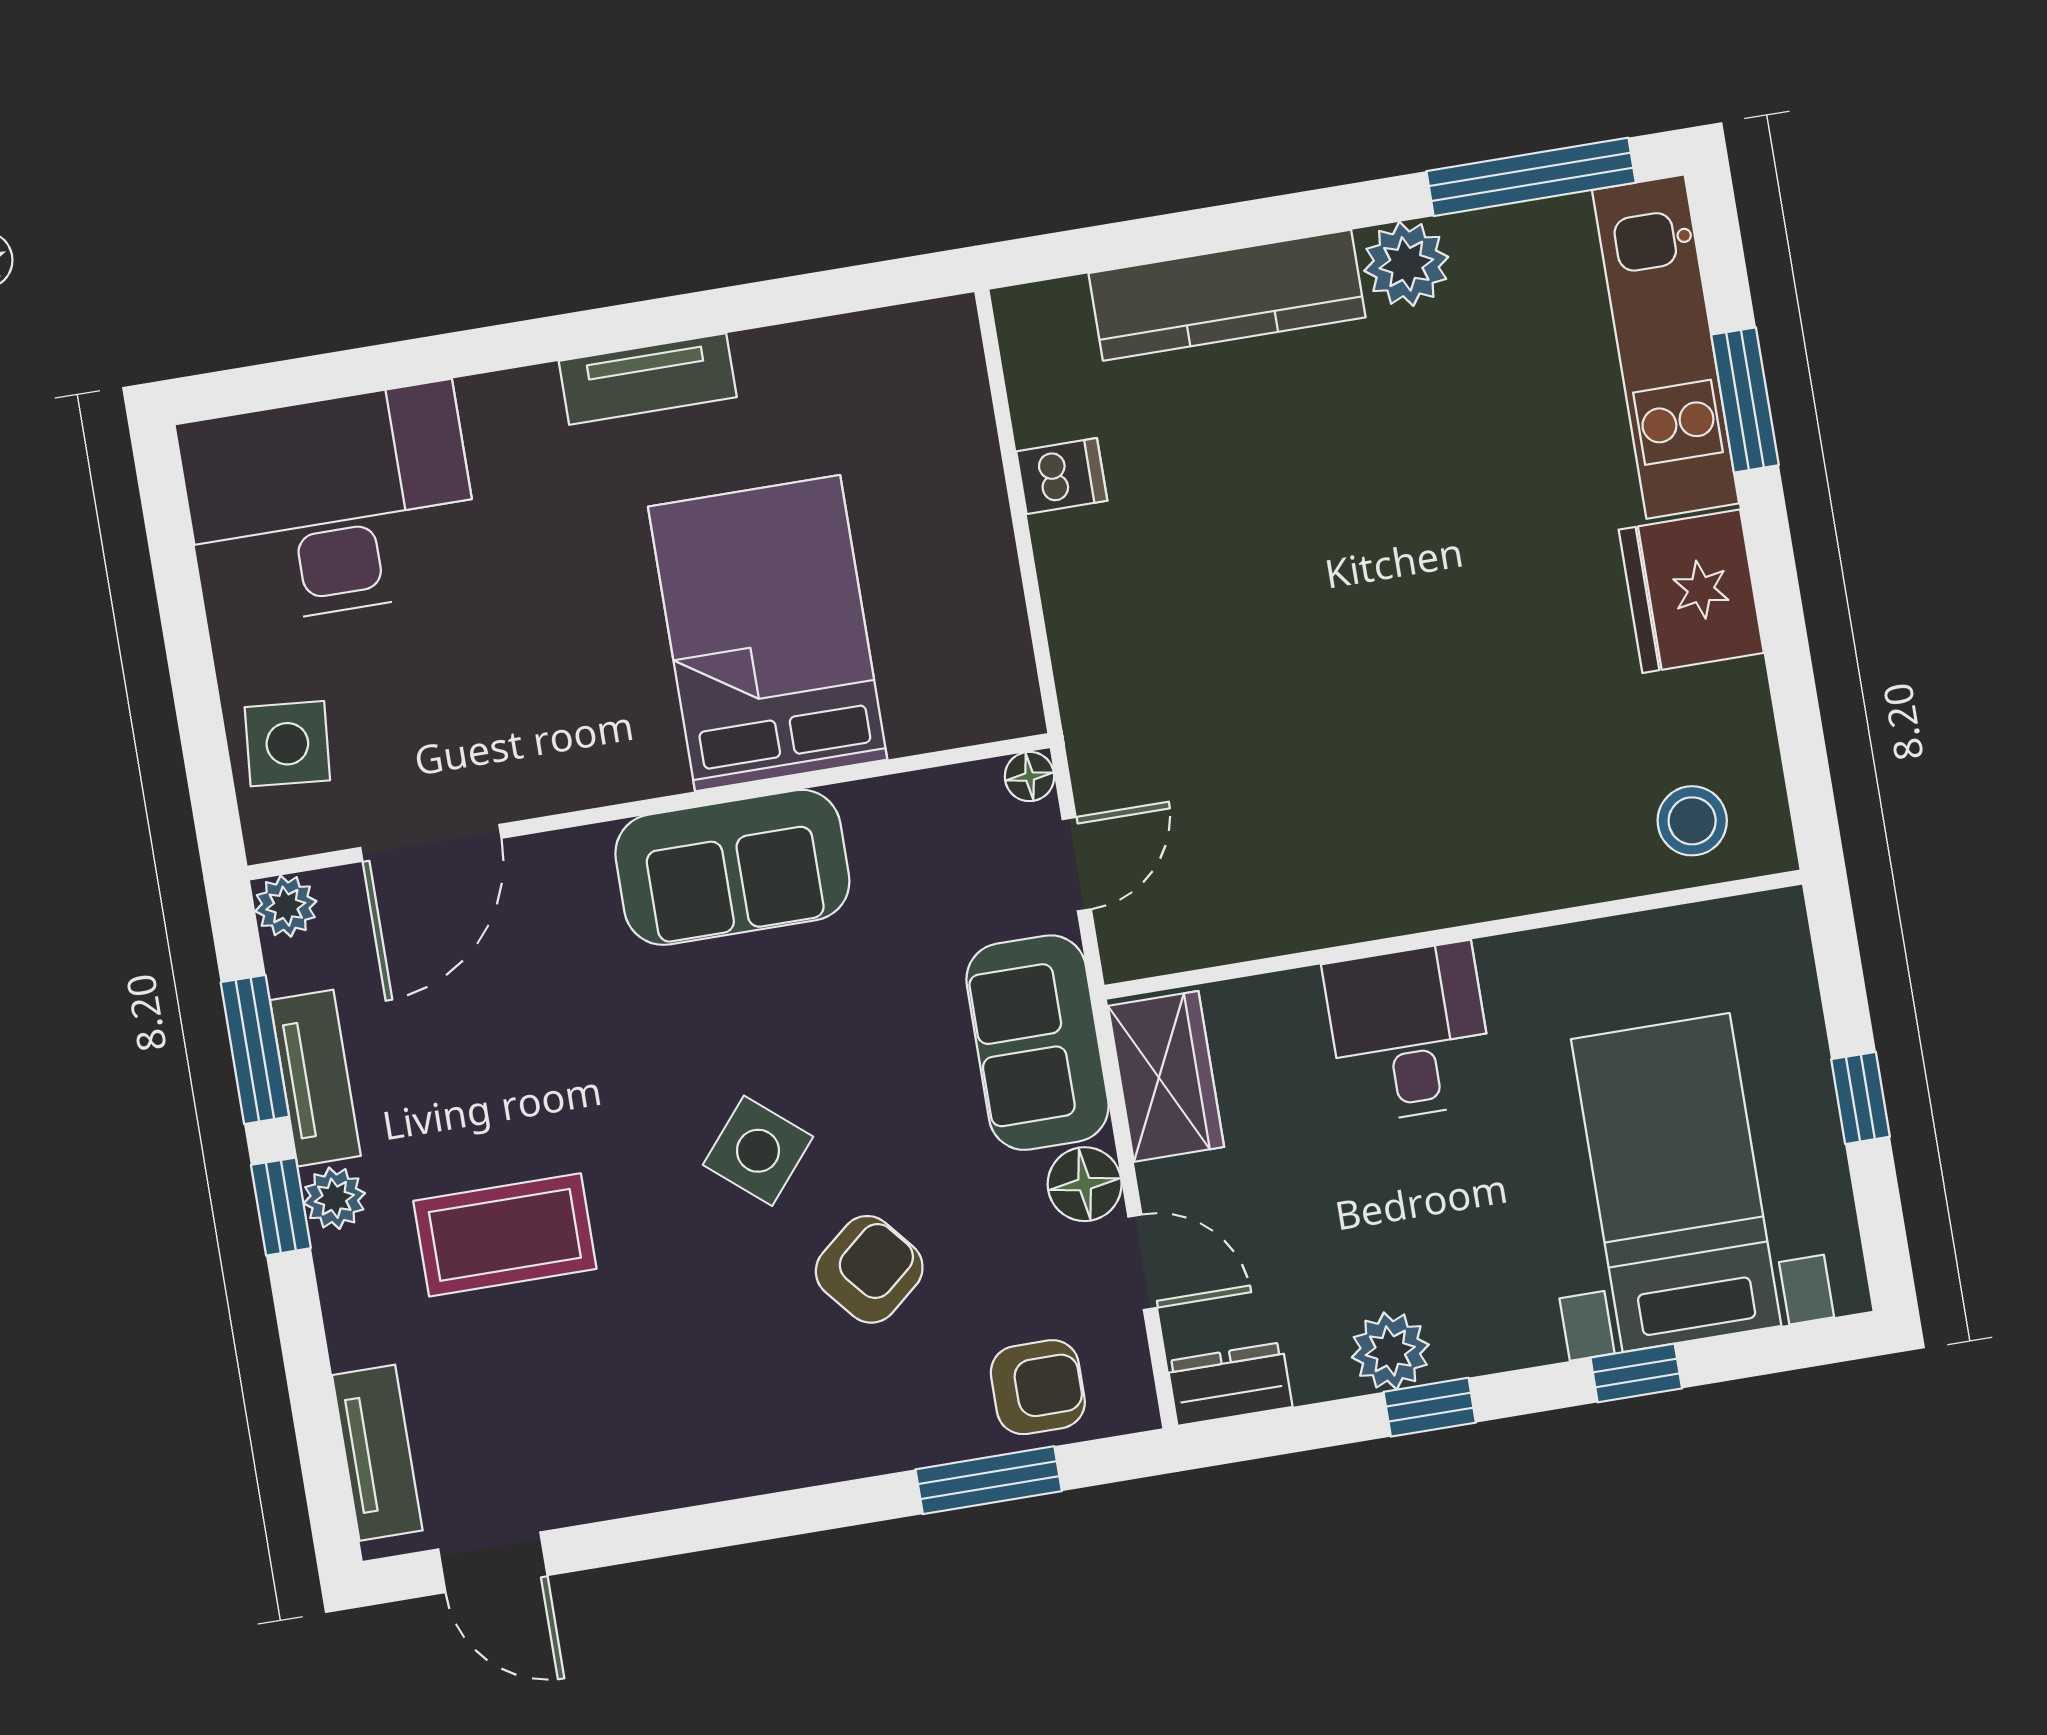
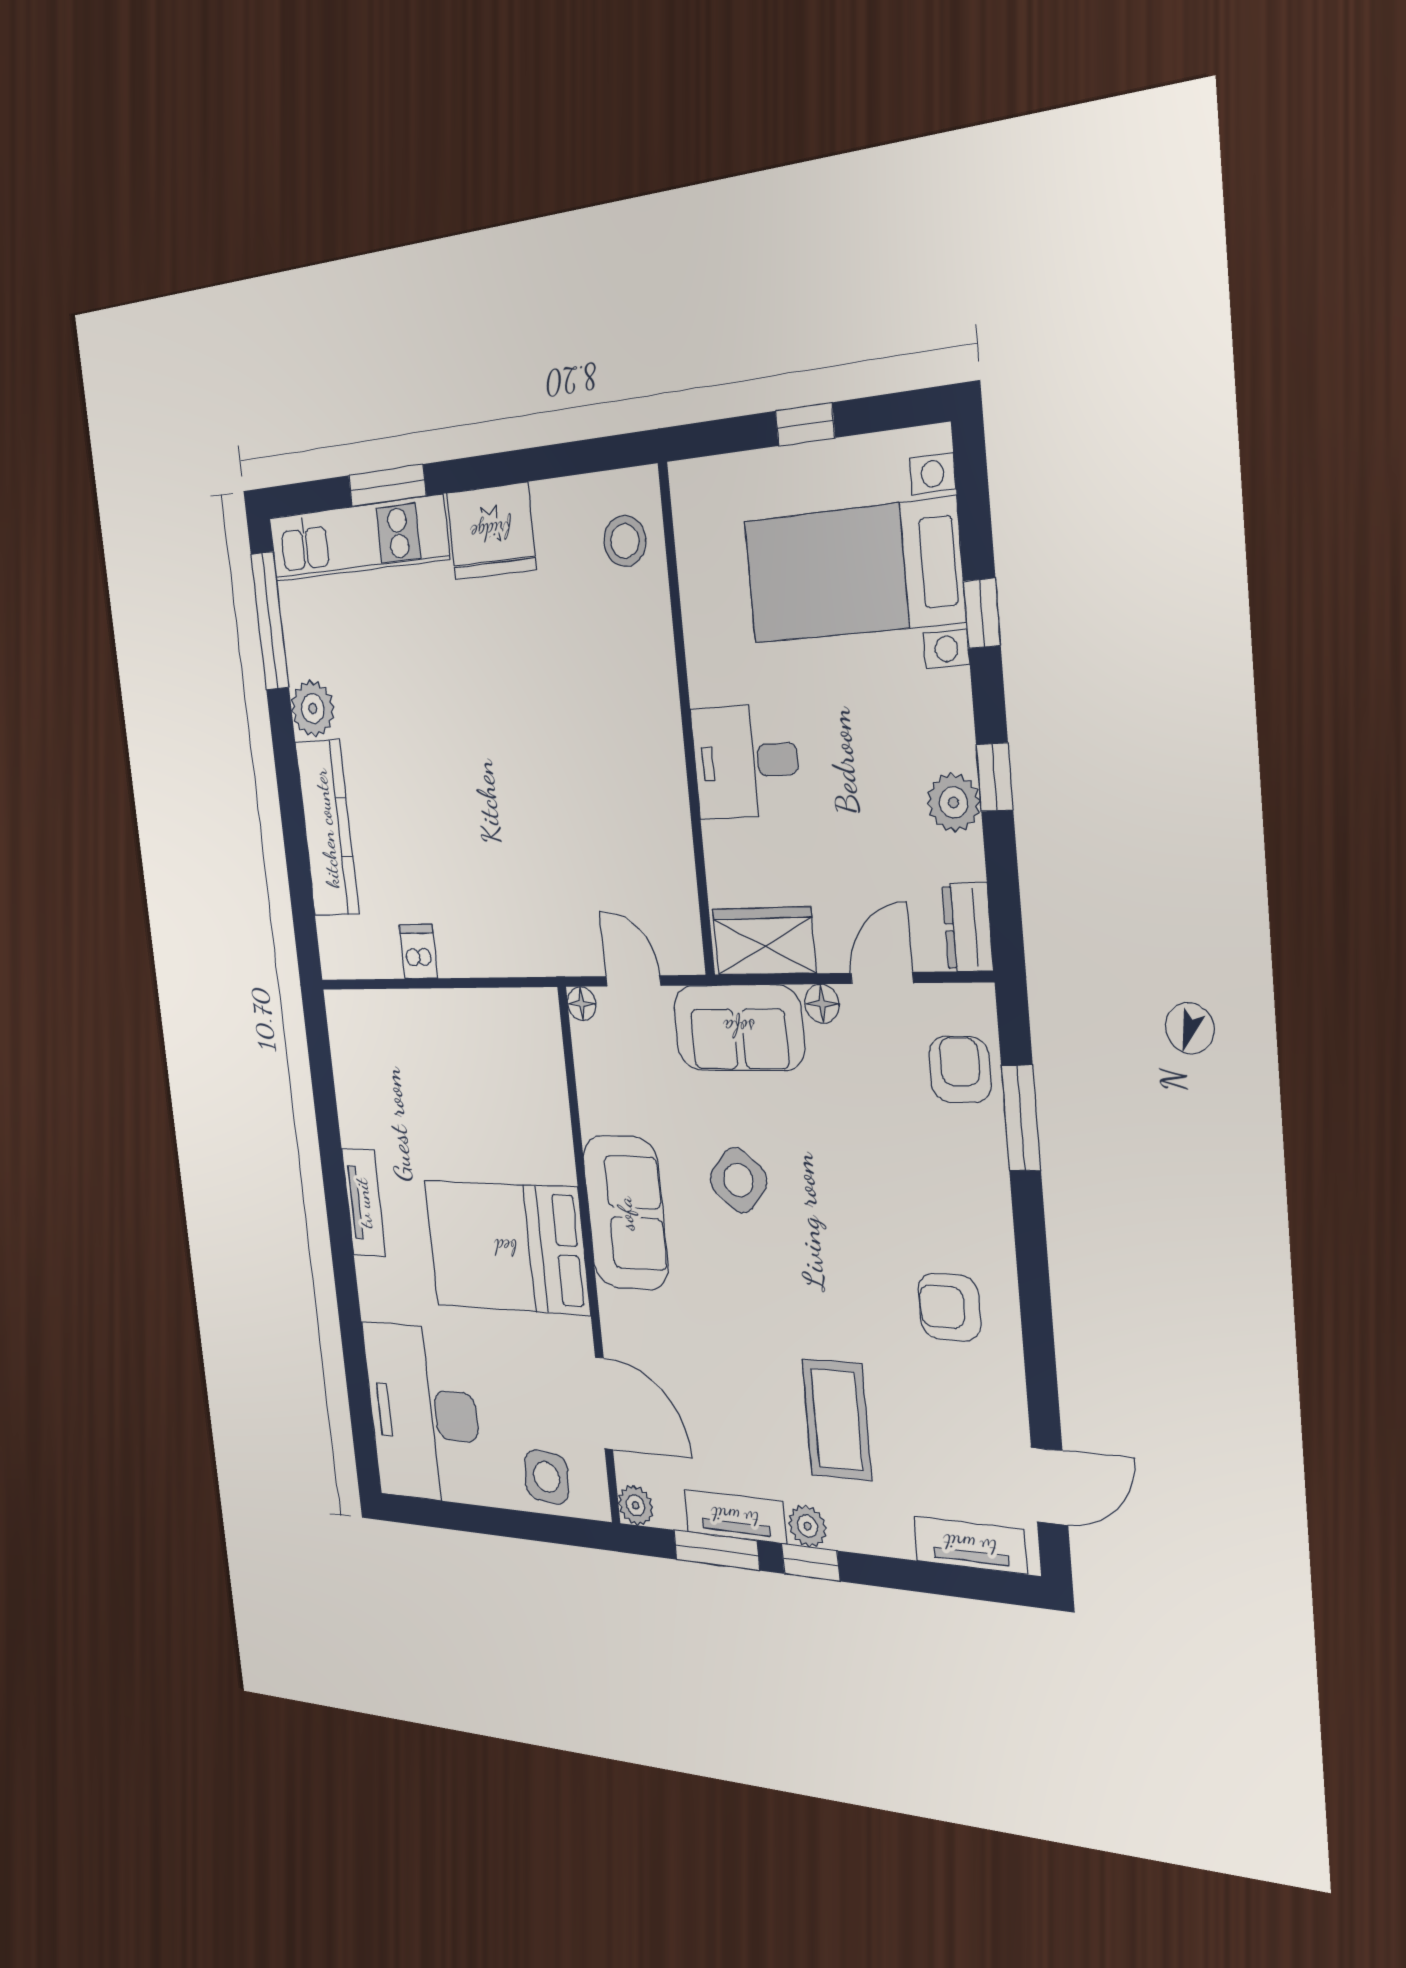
bed: (768, 633) -> (506, 1247), moved
side table: (758, 1151) -> (738, 1180), moved
floor lamp: (1085, 1184) -> (822, 1004), width x0.73, depth x0.73
armchair: (869, 1269) -> (949, 1307), moved, turned -50

